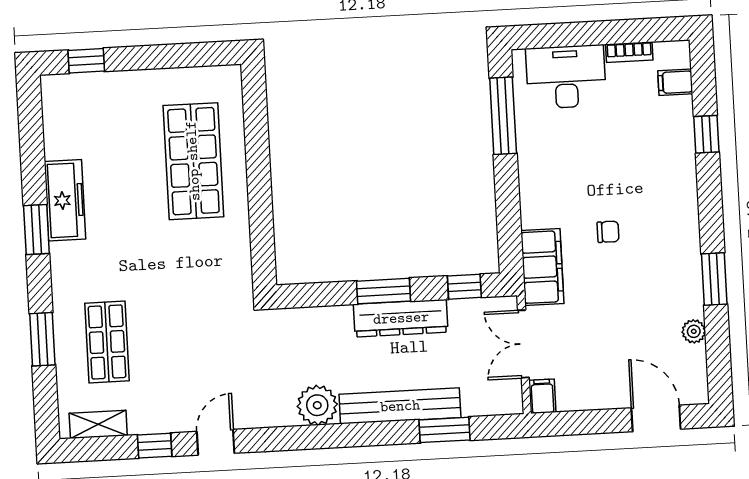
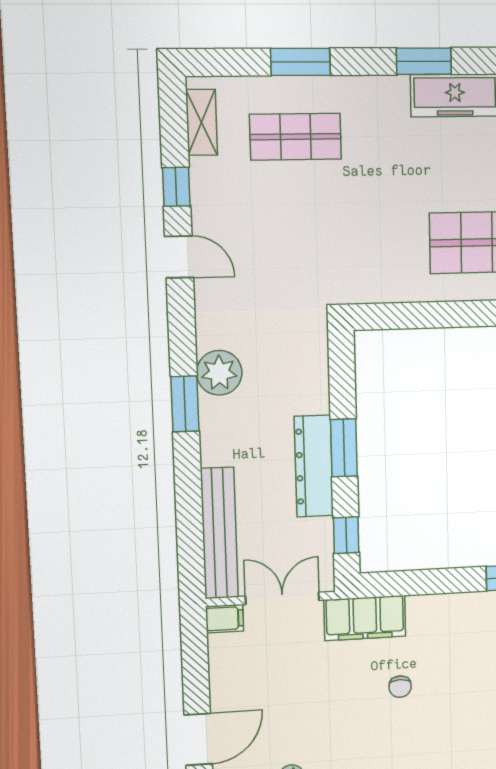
bench: (400, 406) -> (219, 533), moved
window: (445, 430) -> (185, 404), moved

